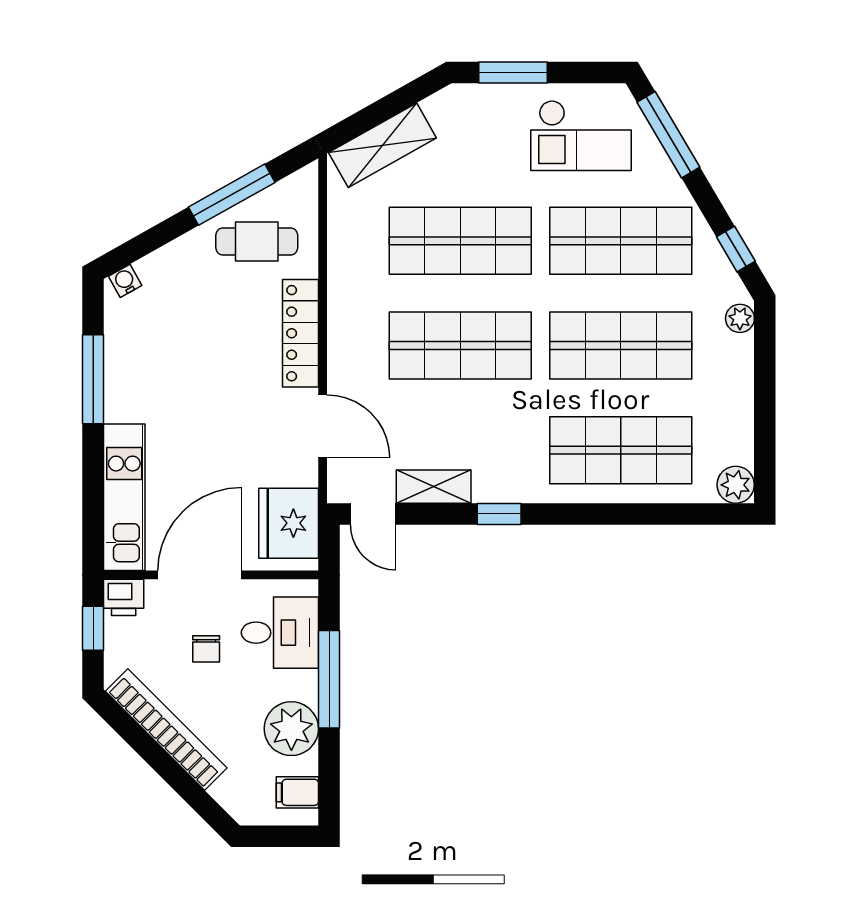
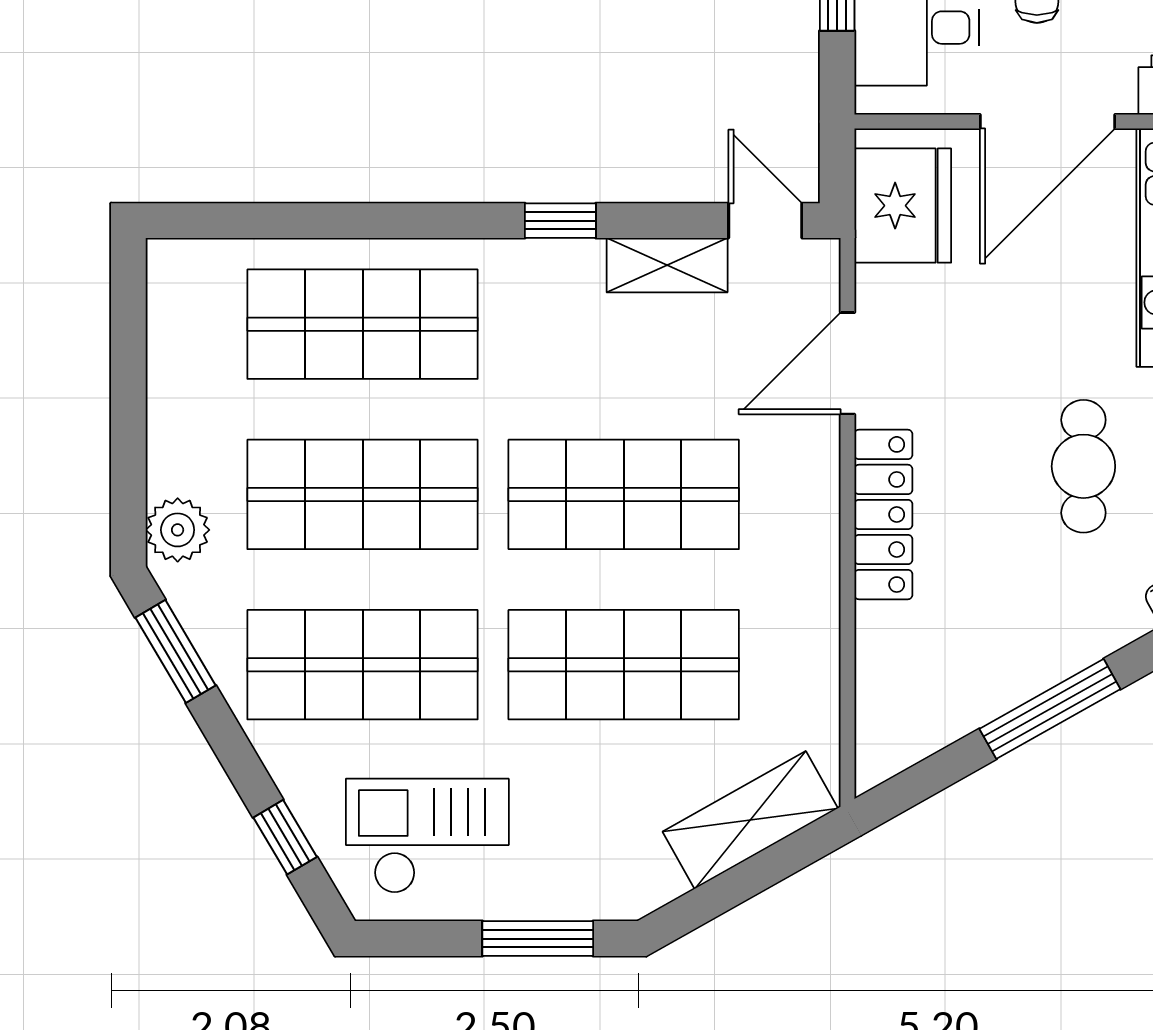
window: (668, 135) -> (285, 837), width x0.46
window: (232, 195) -> (1050, 709), moved
cafe table: (257, 241) -> (1083, 466), moved, turned 90
window: (736, 249) -> (176, 651), width x1.50
plant: (740, 318) -> (178, 530), width x1.38, depth x1.38
door: (323, 426) -> (847, 363), hinge flipped
plant: (736, 485) -> (176, 268), removed

